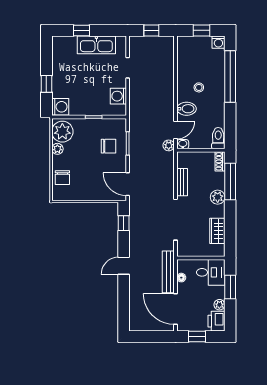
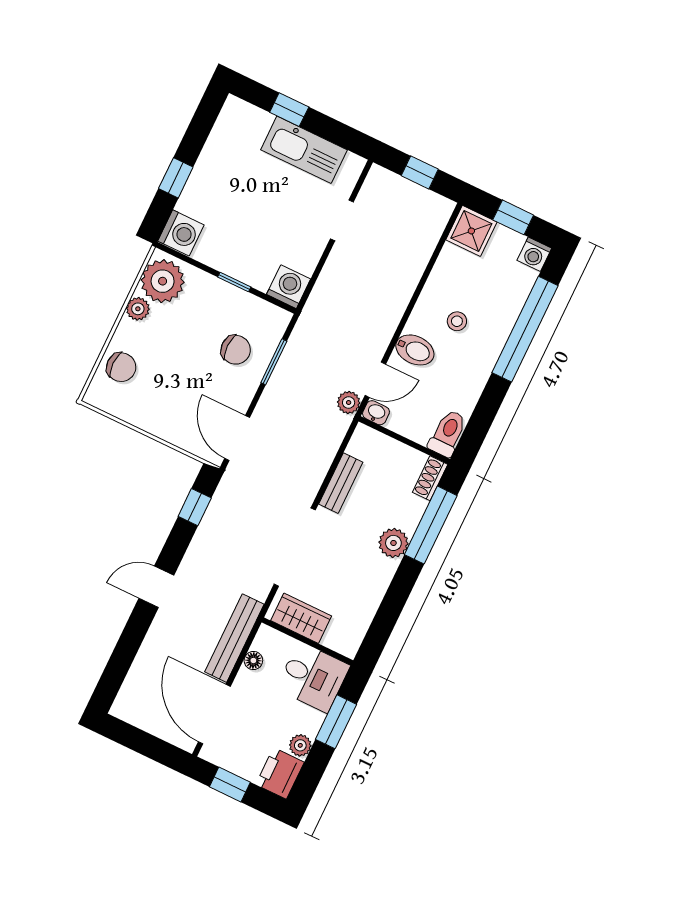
shower: (186, 45) -> (471, 231), added
washing machine: (118, 96) -> (289, 287), moved, turned 90
chair: (62, 178) -> (121, 367), turned -90
wardrobe: (217, 231) -> (301, 618), moved, turned 90

